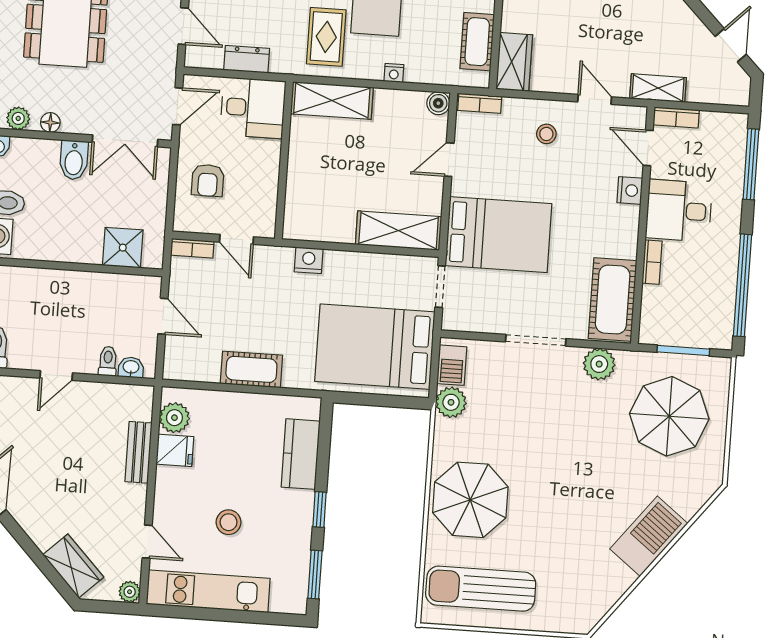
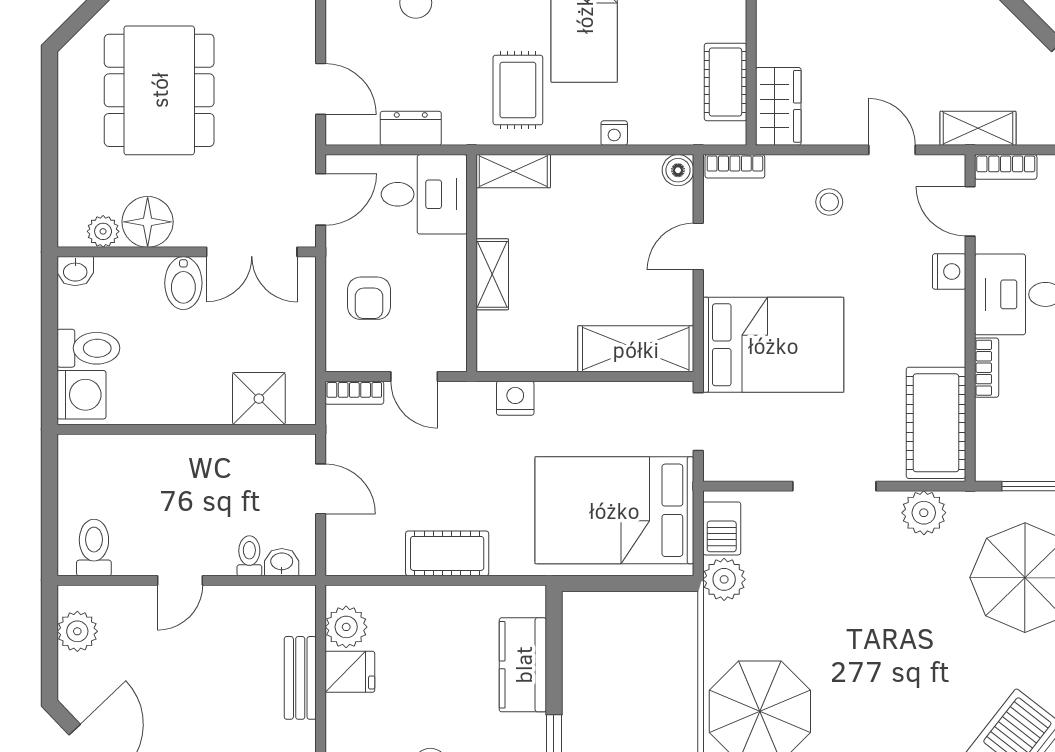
shelving: (332, 101) -> (513, 171), width x0.67, depth x0.75
floor lamp: (50, 122) -> (148, 222), width x1.89, depth x1.89
shelving: (298, 169) -> (492, 274), added

